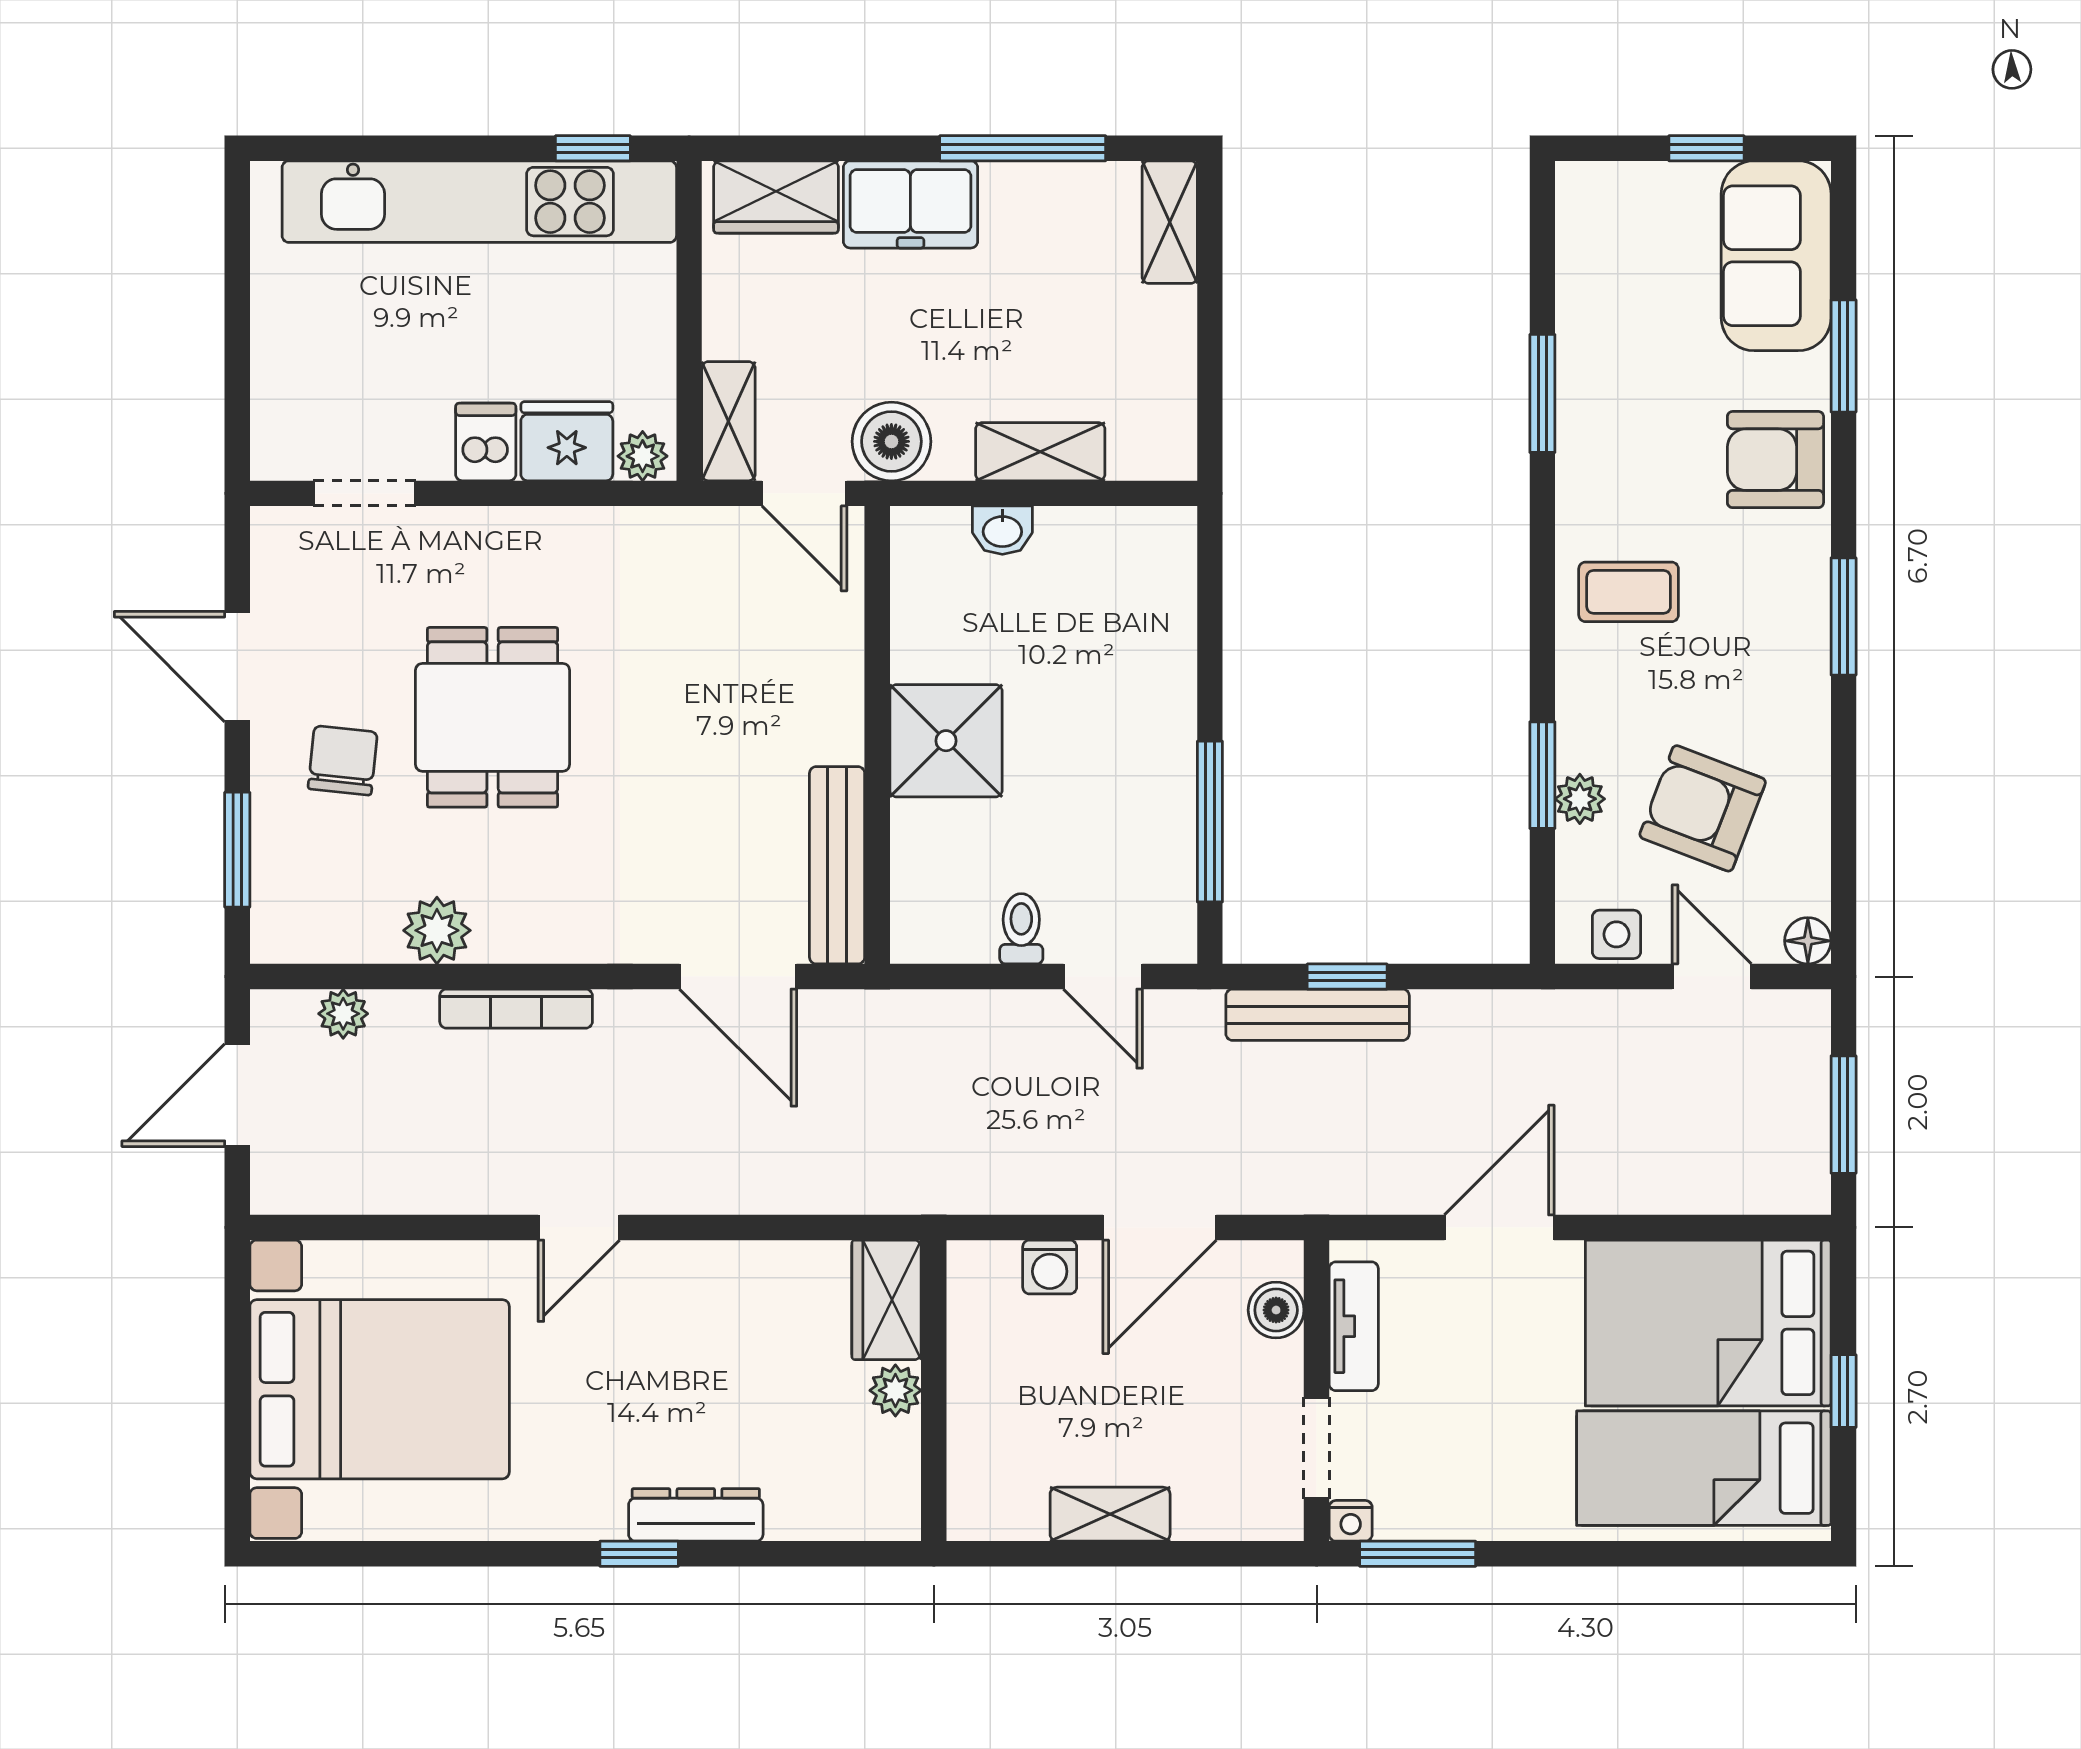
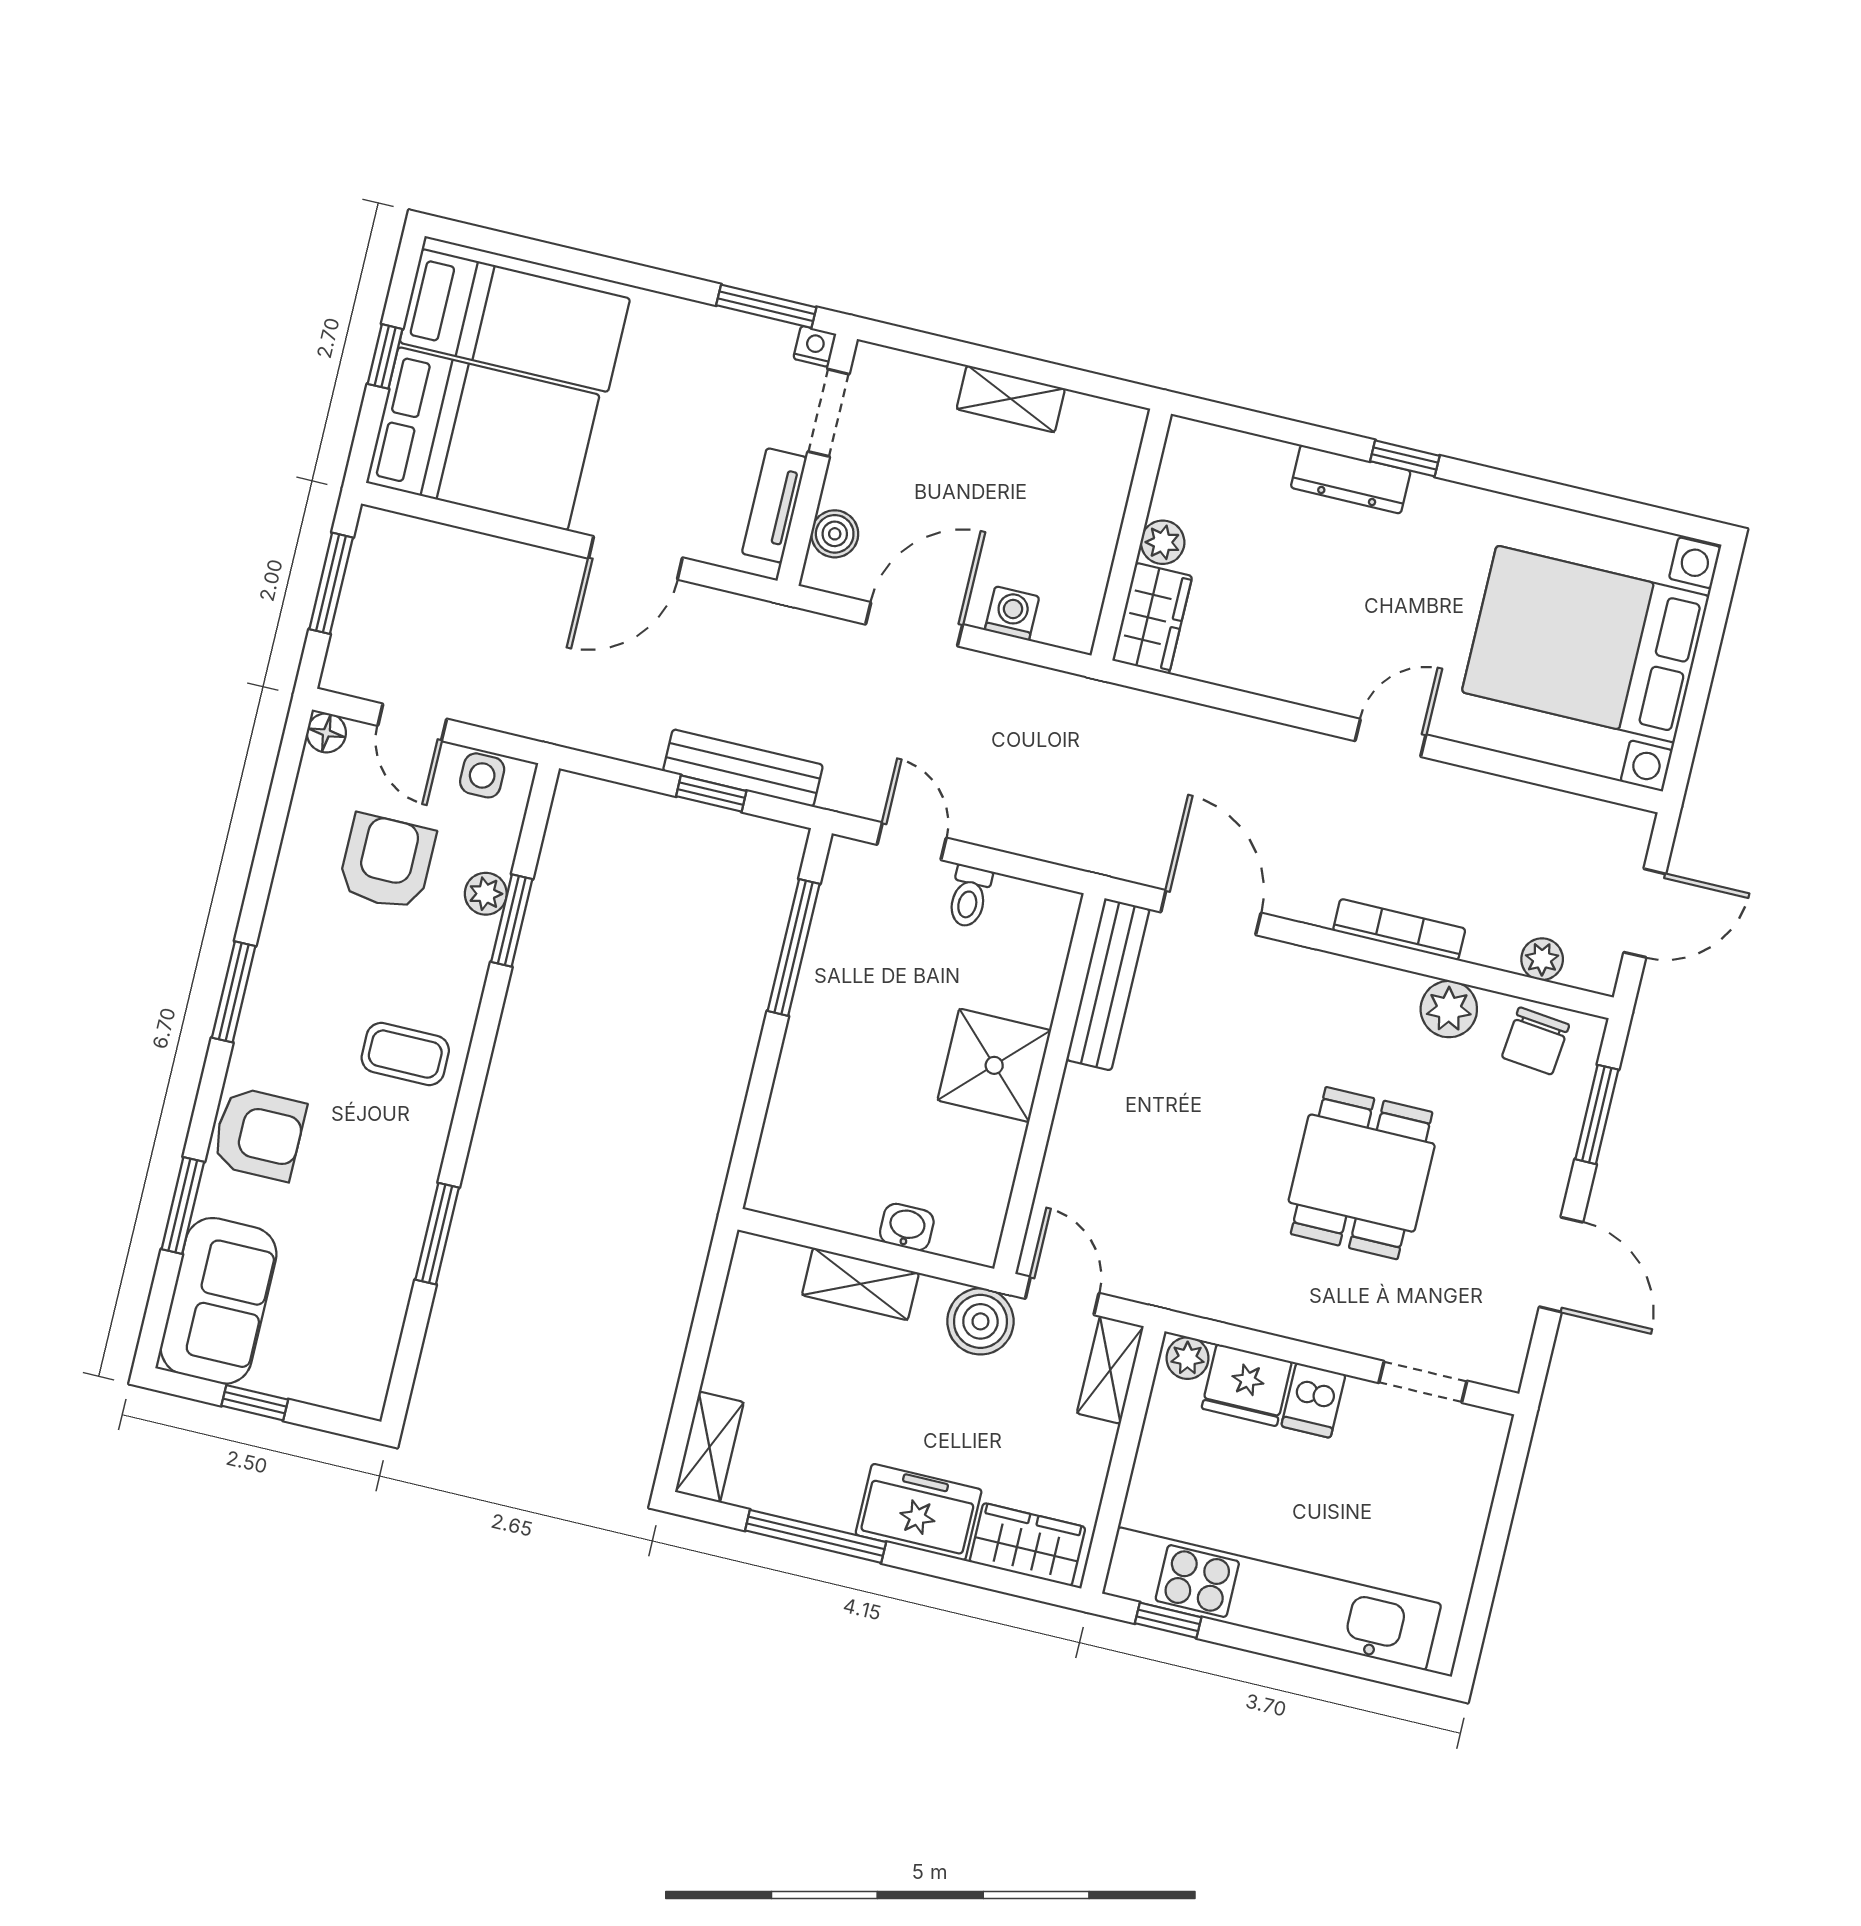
chair: (343, 760) -> (1535, 1041), moved
armchair: (1703, 808) -> (387, 862), turned -111

